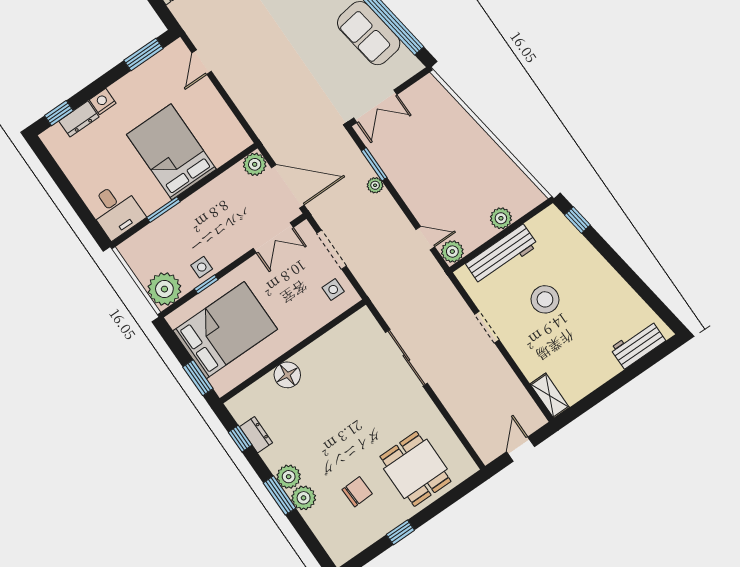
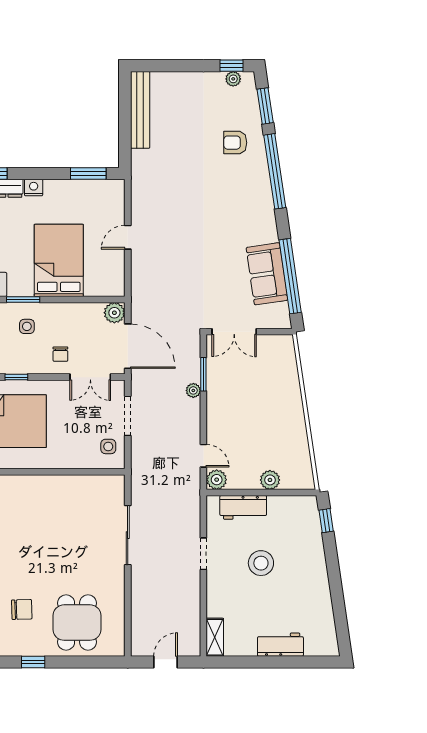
door: (202, 62) -> (128, 237), moved
chair: (232, 236) -> (60, 354), added
workbench: (502, 255) -> (243, 507), width x0.73
side table: (202, 267) -> (27, 326), moved
workbench: (638, 344) -> (280, 645), moved
floor lamp: (287, 375) -> (30, 486), removed

